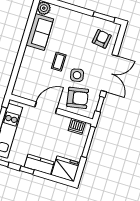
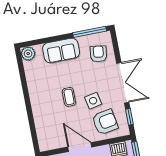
window: (104, 17) -> (90, 32), width x1.44
sofa: (40, 32) -> (61, 50), moved, turned 90
door: (46, 108) -> (80, 147), hinge flipped

